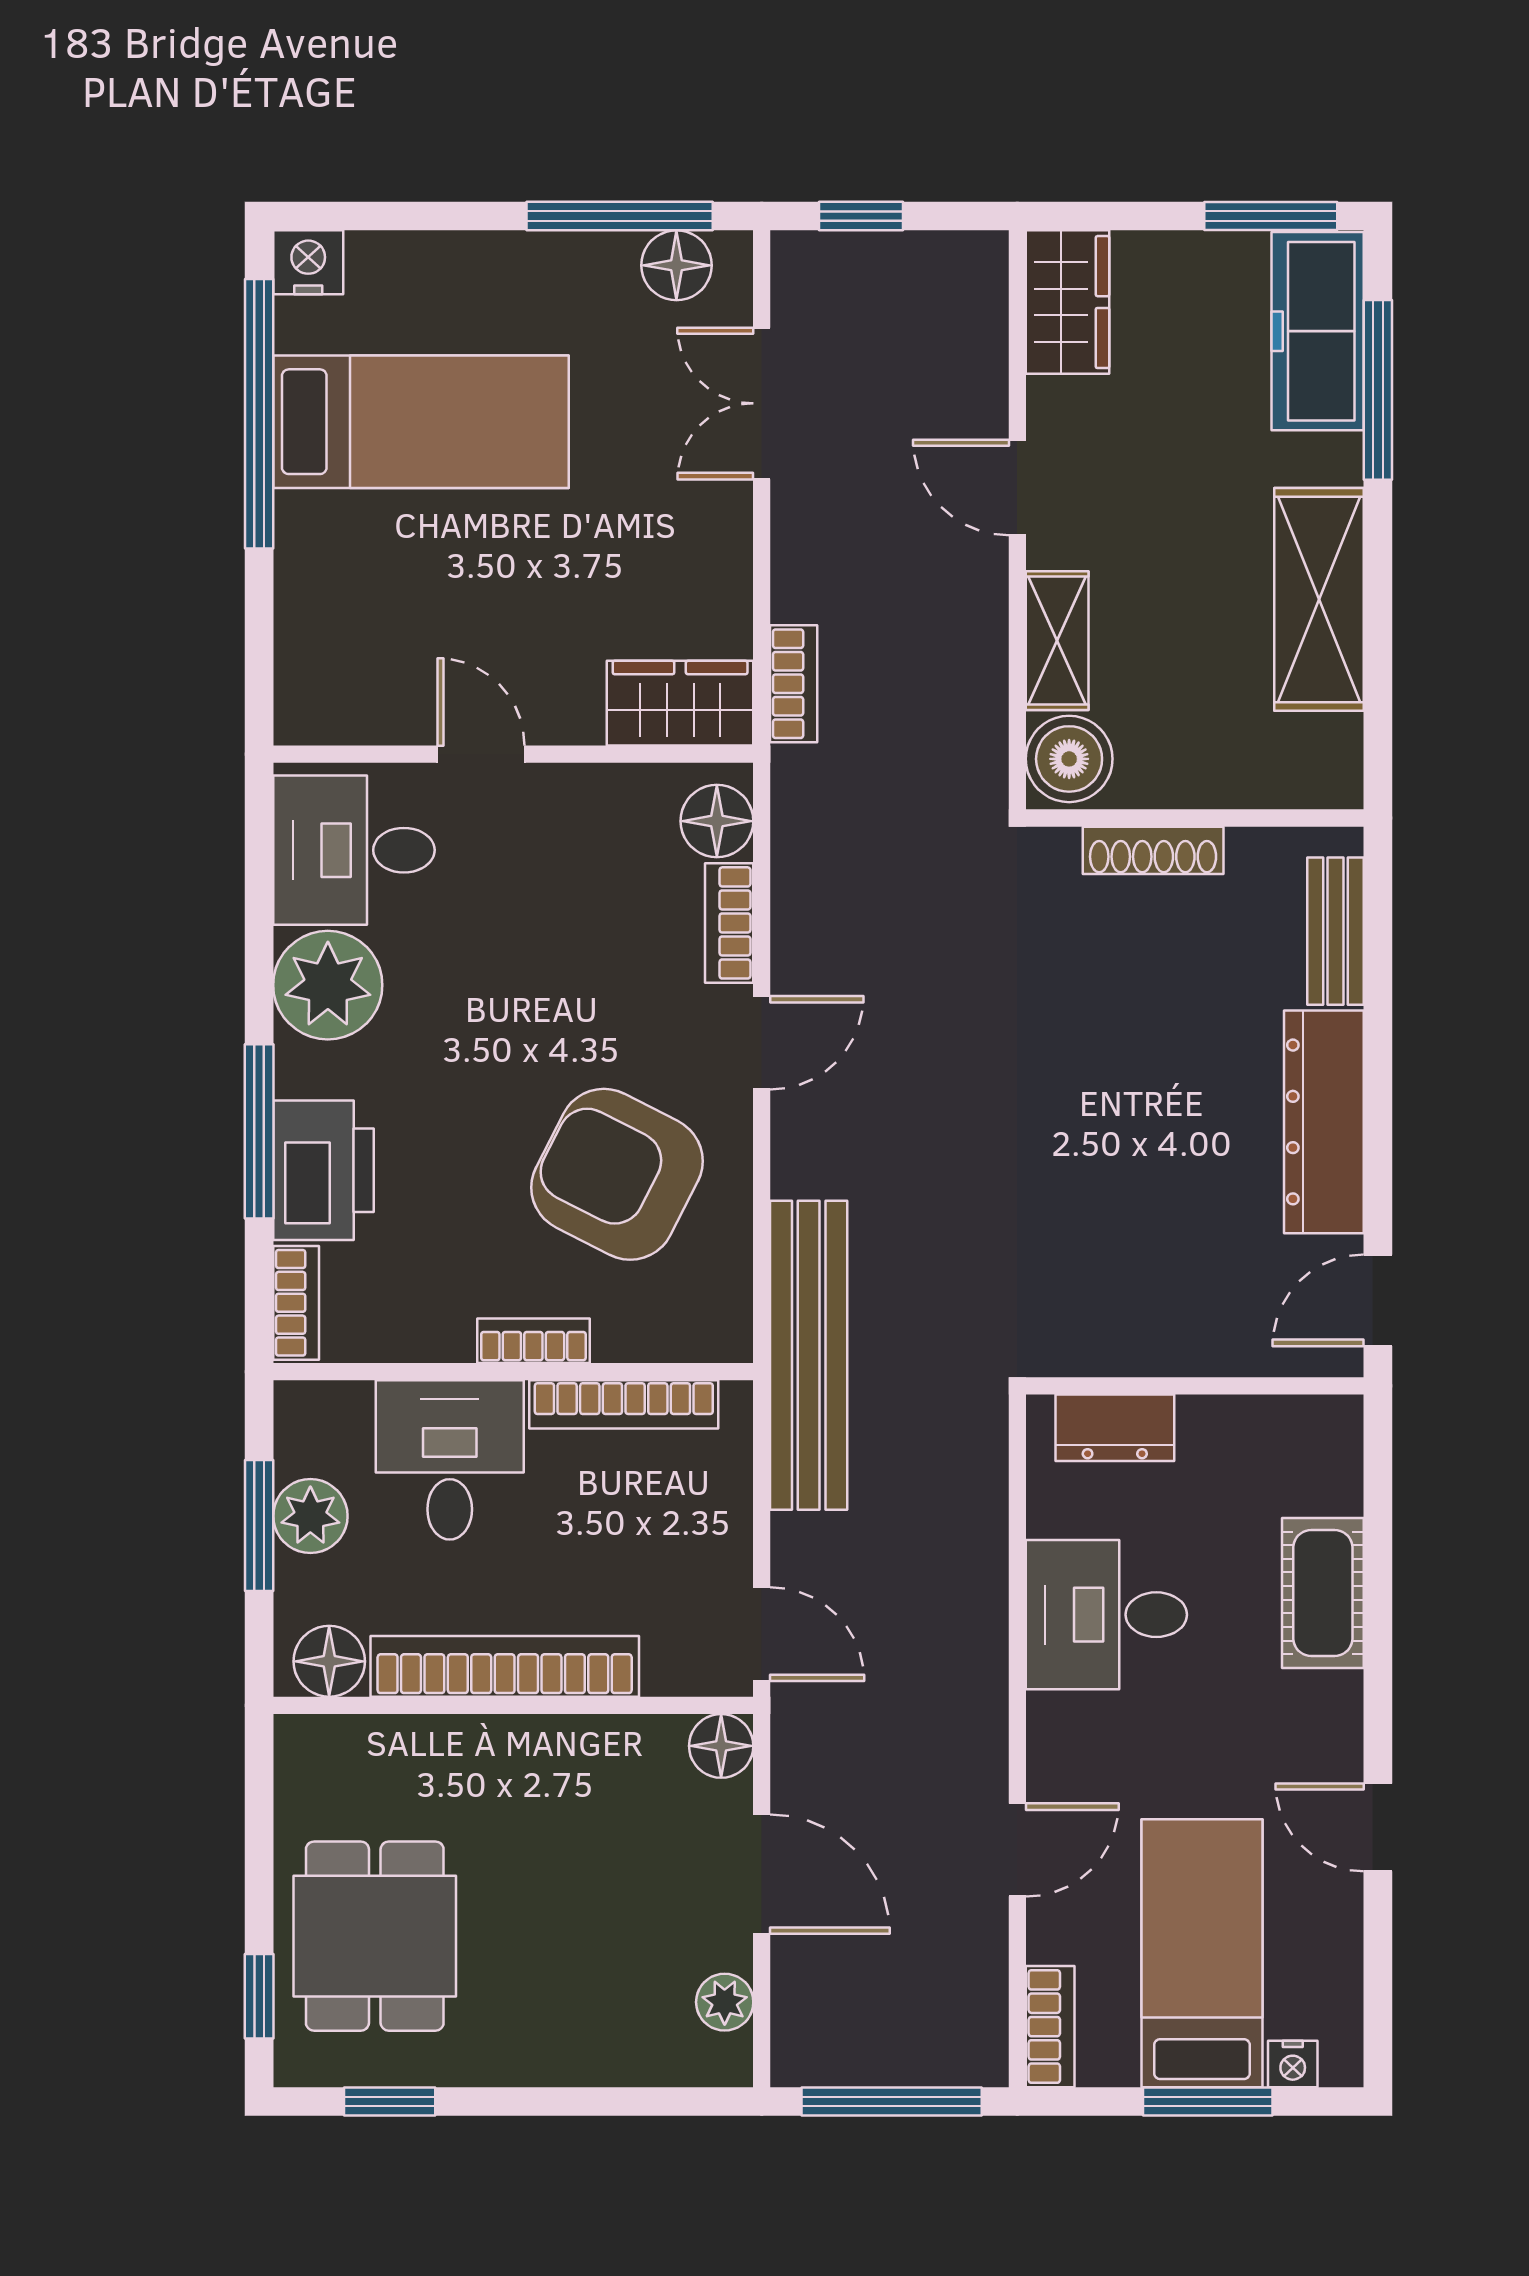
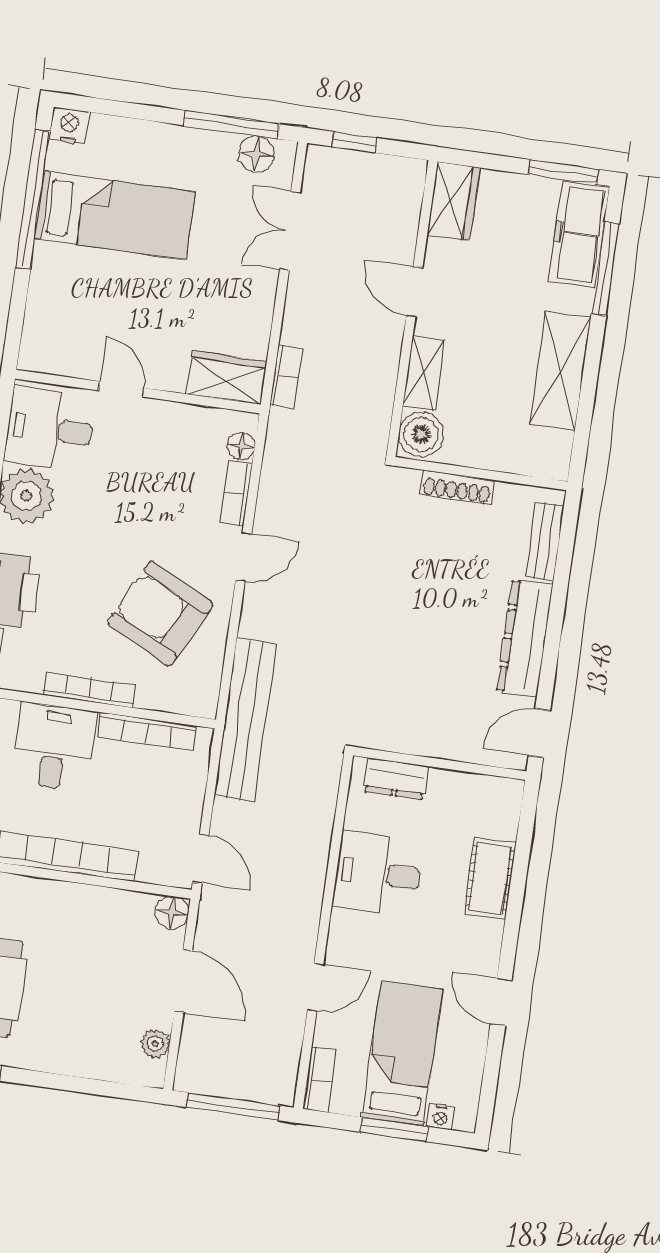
floor lamp: (717, 821) -> (241, 446), width x0.73, depth x0.73
bookcase: (533, 1341) -> (89, 690), width x1.56

